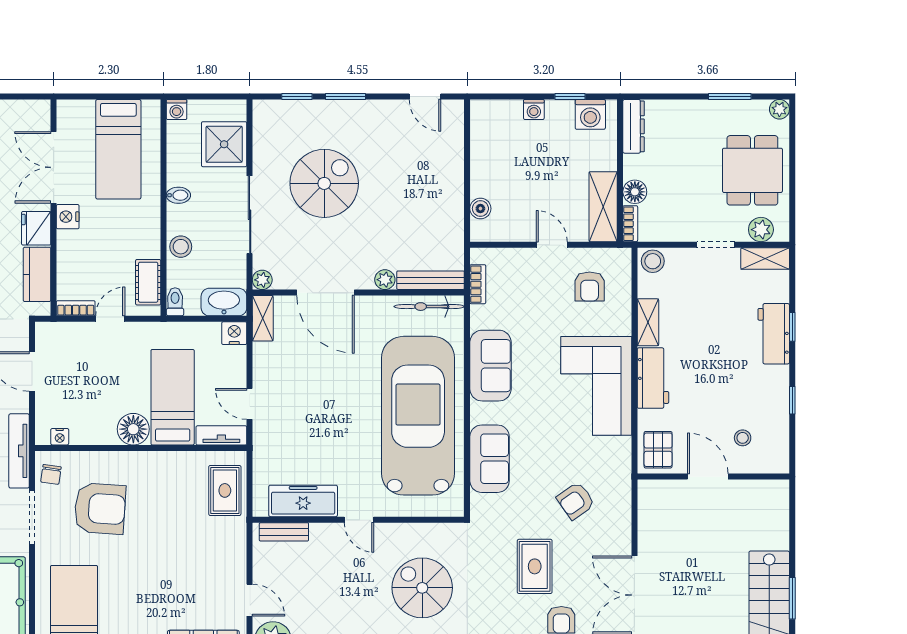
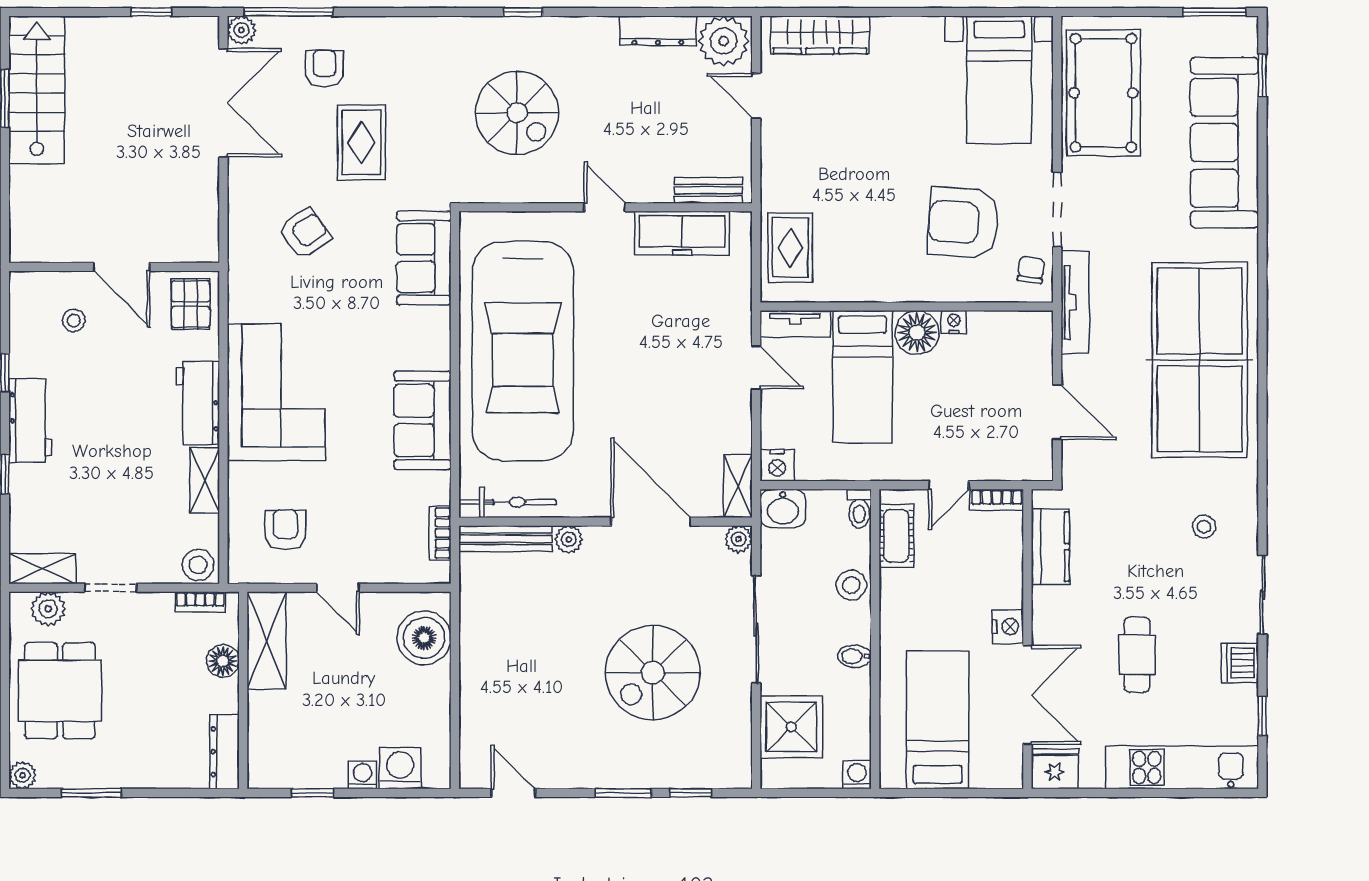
washing machine: (590, 114) -> (400, 768), moved
boiler: (480, 209) -> (424, 638), width x1.86, depth x1.86
bookcase: (630, 224) -> (200, 602), moved, turned -90
fridge: (36, 228) -> (1055, 769), moved, turned -90
washbasin: (224, 302) -> (783, 508), width x0.72
workbench: (774, 334) -> (31, 420), moved
nightstand: (60, 437) -> (954, 322), moved
sofa: (490, 459) -> (424, 258), moved

